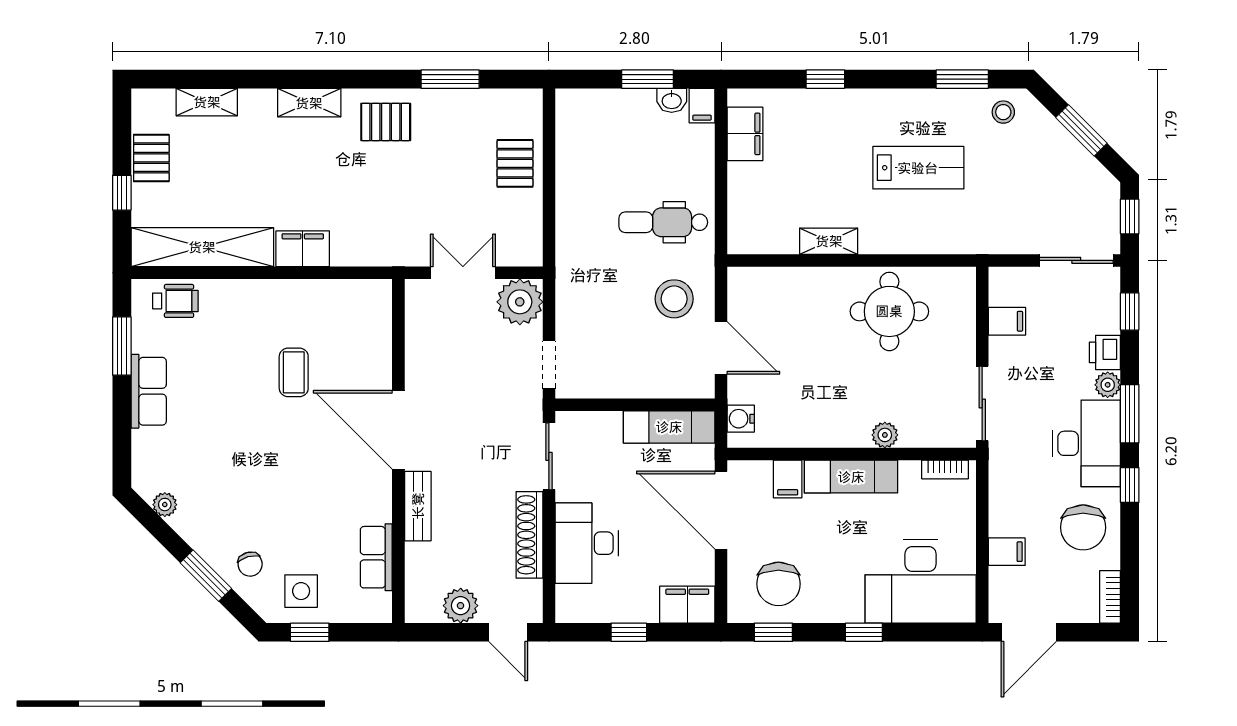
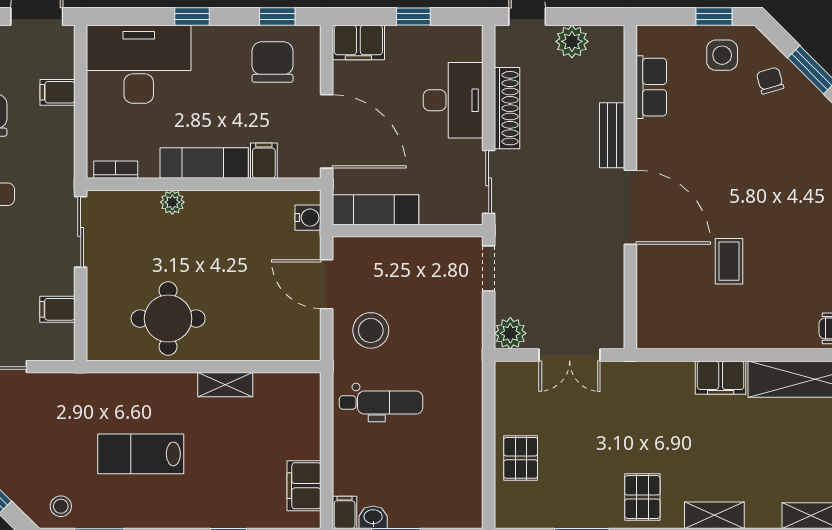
pallet: (386, 122) -> (642, 497), turned 90
plant: (520, 302) -> (510, 333), width x0.73, depth x0.73

